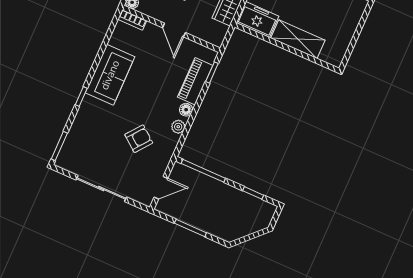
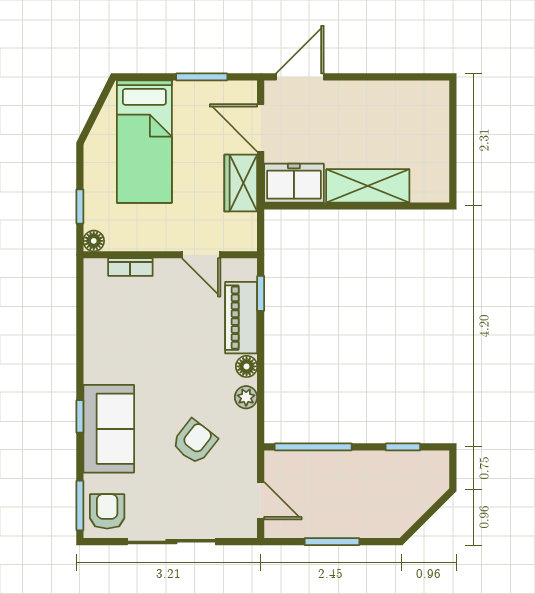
bookcase: (132, 20) -> (130, 267), moved
door: (174, 30) -> (201, 255), moved
sofa: (110, 75) -> (109, 429), moved
armchair: (73, 156) -> (107, 511), added
door: (161, 188) -> (261, 501), hinge flipped

